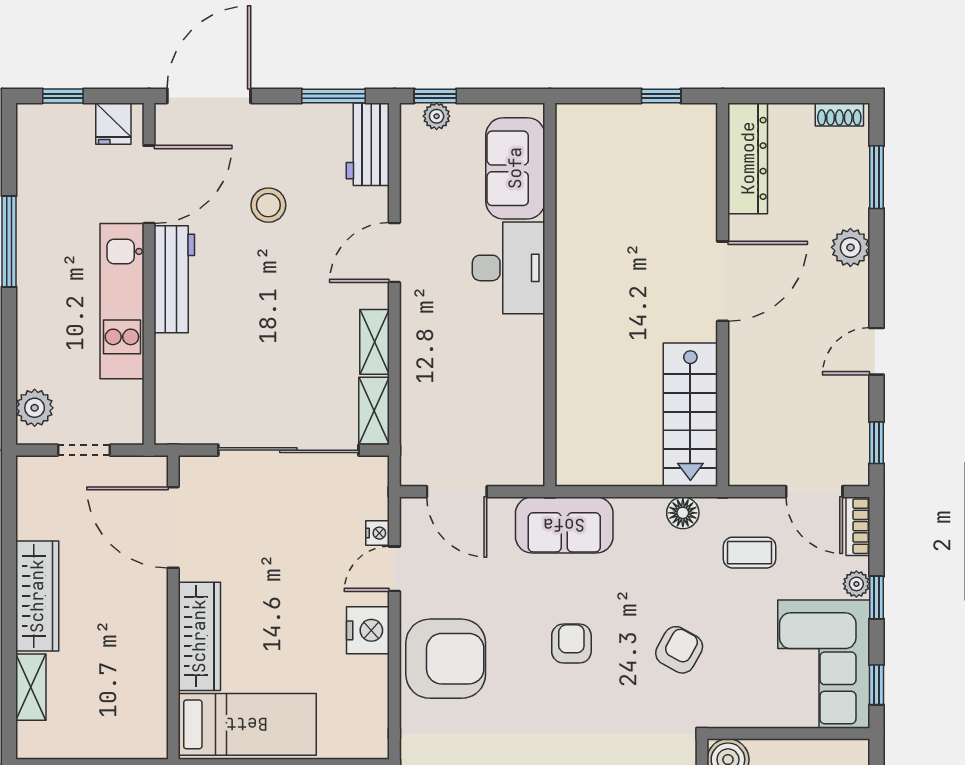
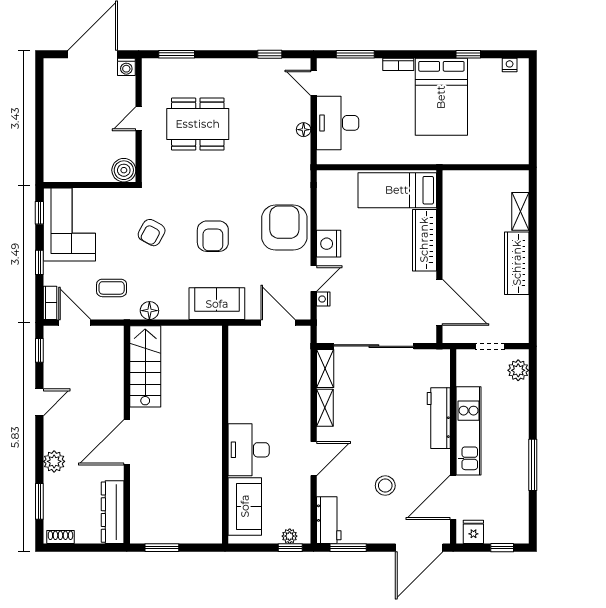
window: (661, 96) -> (162, 548), width x1.50
workbench: (174, 279) -> (439, 418), moved
plant: (856, 584) -> (51, 270), removed
armchair: (571, 644) -> (213, 236), width x1.38, depth x1.38
armchair: (446, 659) -> (284, 228), turned 90

